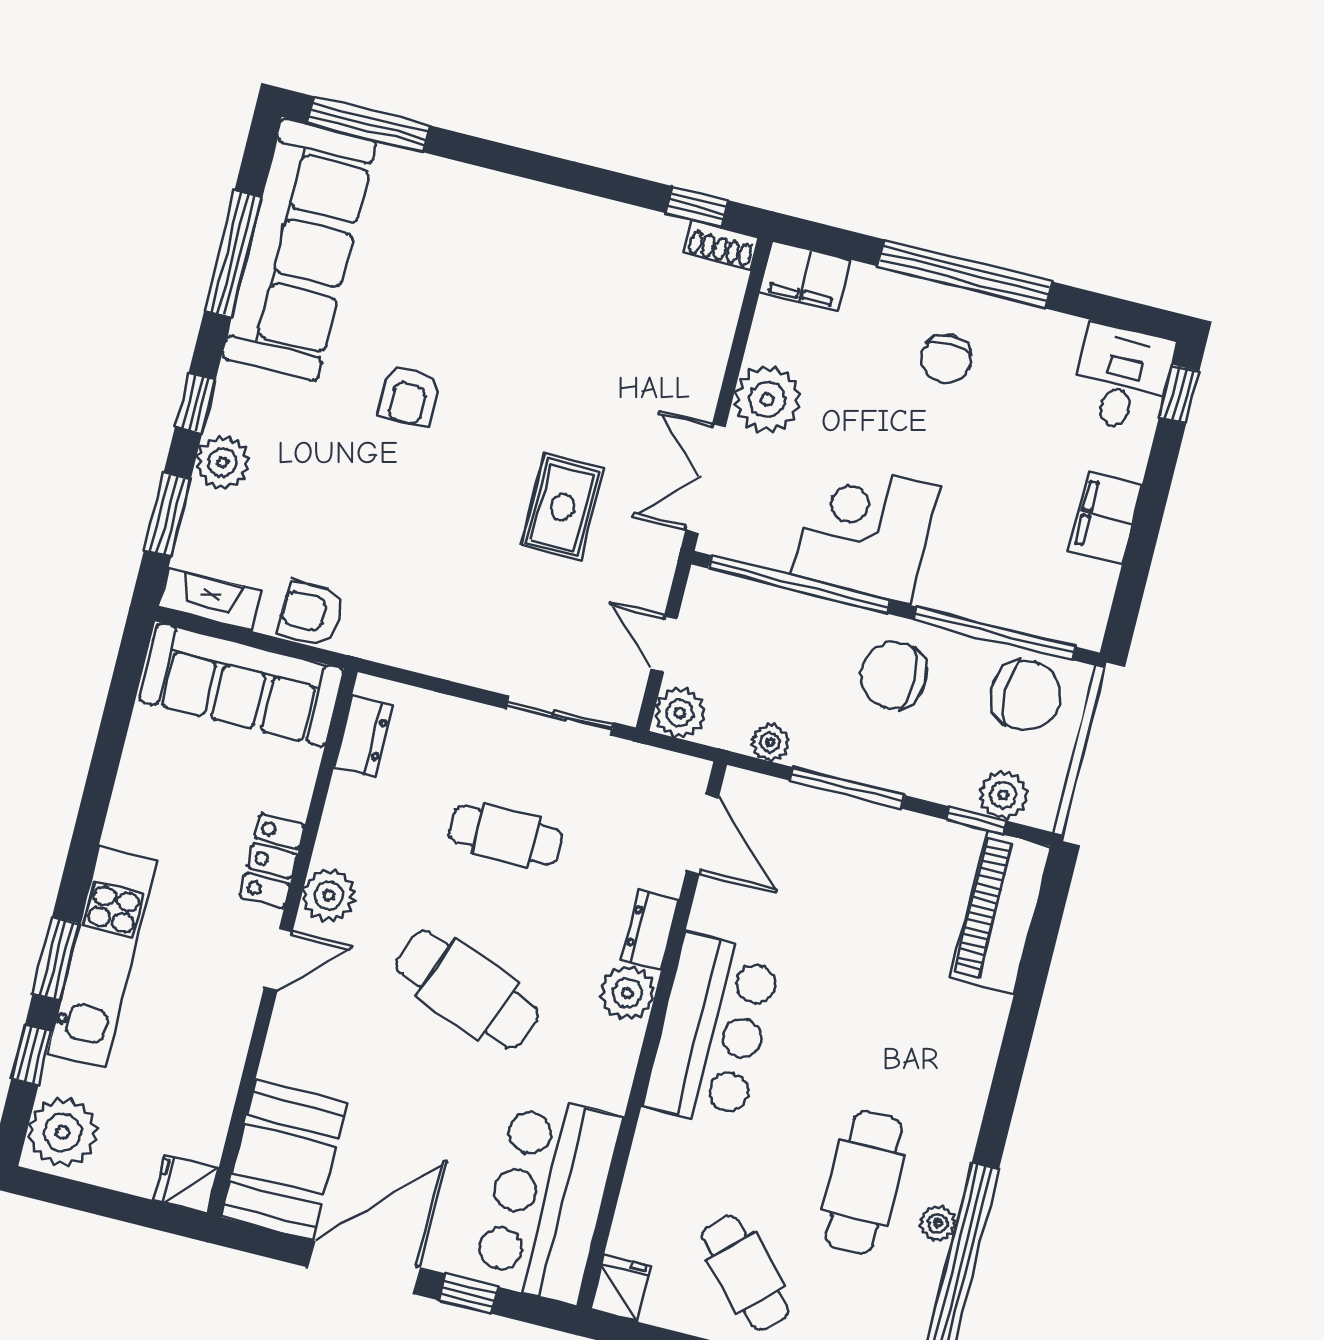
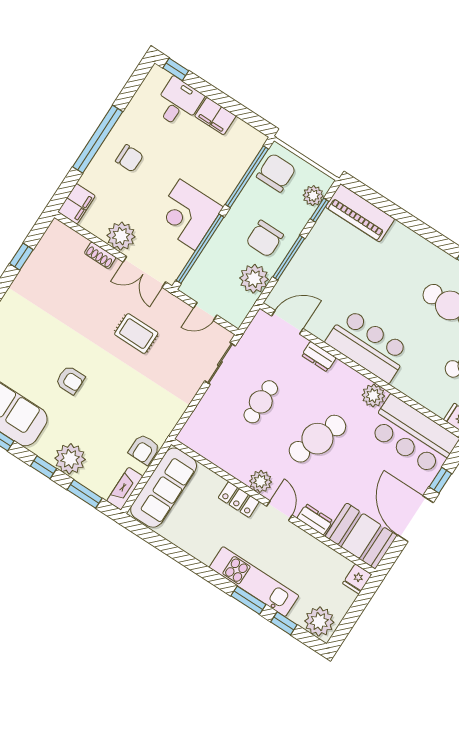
window: (697, 207) -> (21, 257), moved
shoe rack: (721, 245) -> (100, 255), moved, turned 90
desk: (1122, 378) -> (178, 103), moved, turned 90
plant: (222, 462) -> (70, 459), width x1.36, depth x1.36
chair: (894, 675) -> (265, 239), moved
plant: (680, 713) -> (235, 315), removed
dresser: (363, 736) -> (315, 519), moved
plant: (770, 742) -> (254, 279), width x1.87, depth x1.87
plant: (627, 993) -> (373, 396), moved

